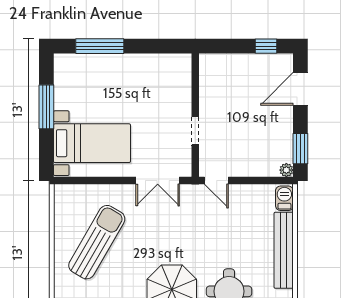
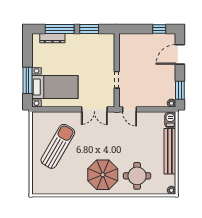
window: (149, 46) -> (89, 29), added
dresser: (88, 62) -> (52, 38), added
window: (46, 107) -> (28, 80), moved

